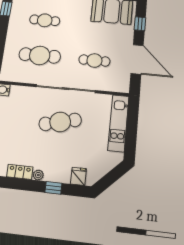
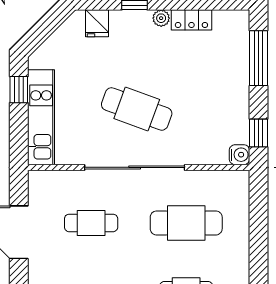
cafe table: (60, 122) -> (137, 109), turned 34
window: (131, 141) -> (19, 90), added

